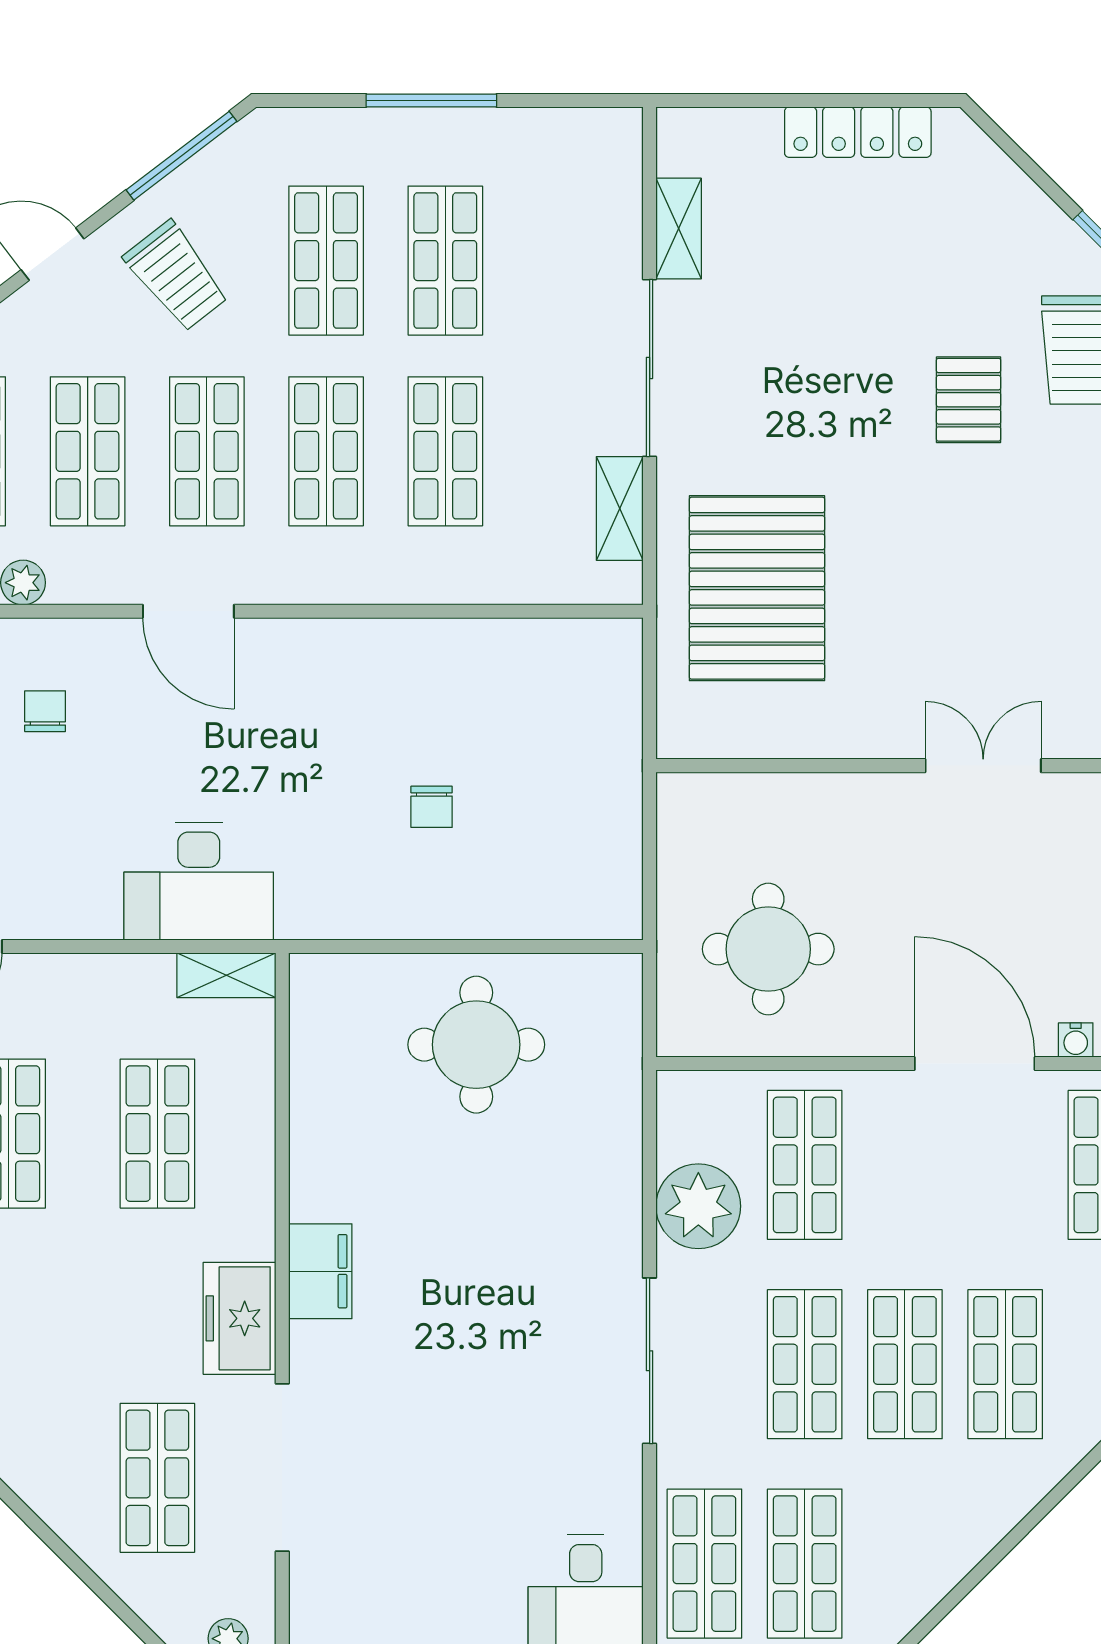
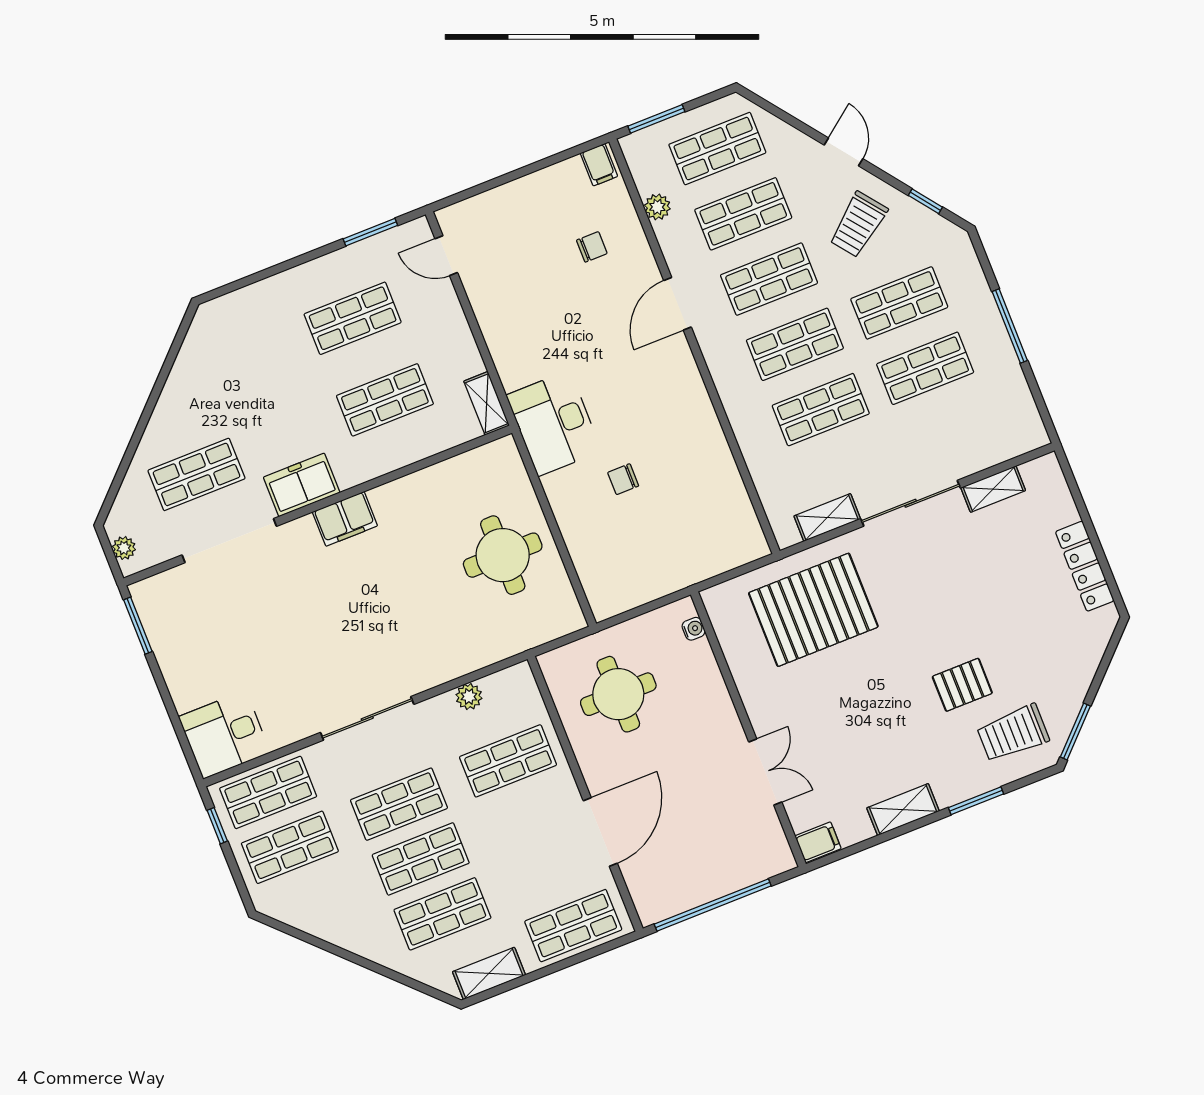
window: (182, 156) -> (925, 201), width x0.46
desk: (199, 881) -> (554, 423), moved
water cooler: (1076, 1040) -> (694, 629), moved, turned 180
plant: (698, 1206) -> (469, 697), width x0.53, depth x0.53

